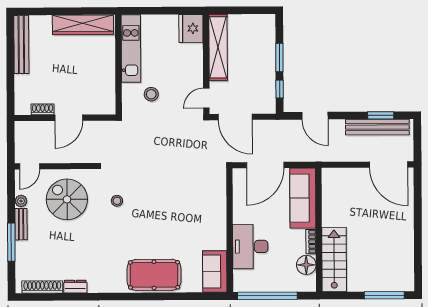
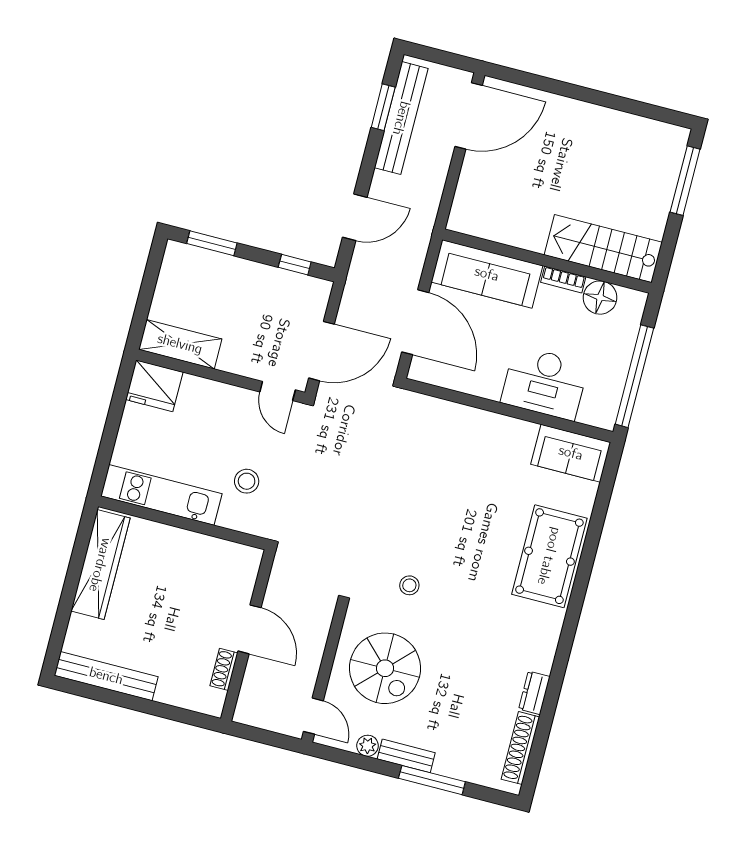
shelving: (218, 47) -> (180, 344), width x0.68
window: (279, 58) -> (212, 243), moved
spiral stairs: (67, 199) -> (385, 668), turned -90

